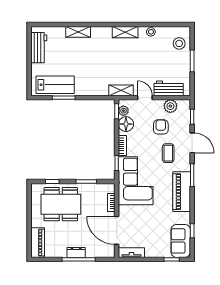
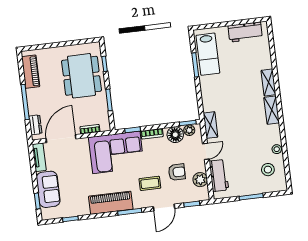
shelving: (78, 32) -> (268, 82), moved
shelving: (125, 32) -> (272, 110), moved
stool: (179, 43) -> (268, 170), moved
sofa: (181, 241) -> (48, 189), moved, turned 90
piano: (38, 243) -> (31, 72), moved, turned -90
dresser: (76, 253) -> (35, 125), moved

